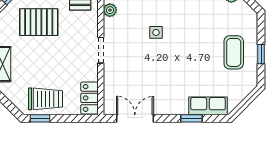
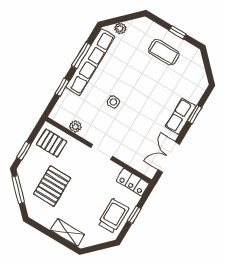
row of seats: (208, 106) -> (180, 116), moved
window: (40, 118) -> (134, 215), moved

